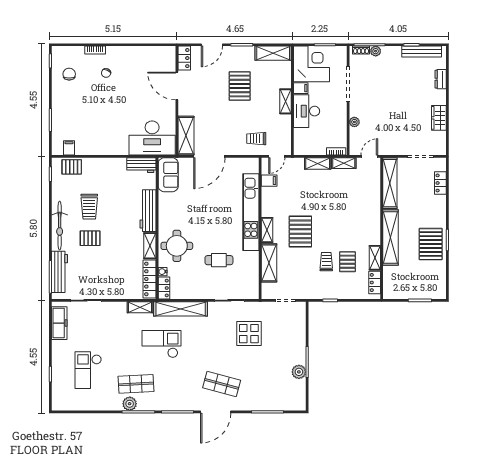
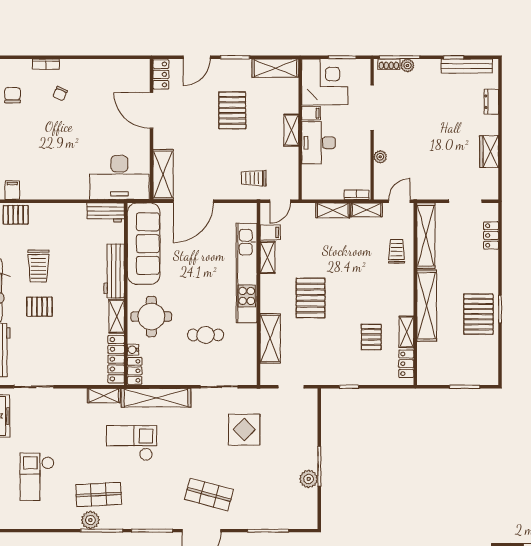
sofa: (168, 175) -> (144, 244), width x1.85, depth x1.27
shelving: (267, 230) -> (267, 257), moved
trolley: (326, 262) -> (397, 251), moved

